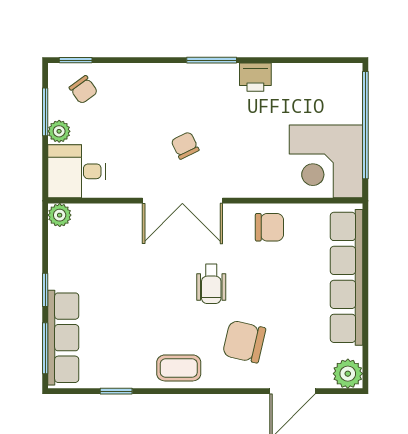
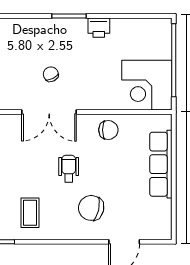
row of seats: (346, 277) -> (161, 164), width x0.73
wheelchair: (211, 284) -> (69, 169), turned 180
coffee table: (179, 368) -> (30, 213), moved, turned 90
plant: (348, 374) -> (162, 230), removed

